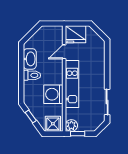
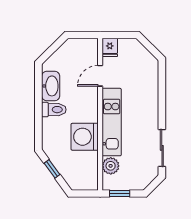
fridge: (76, 34) -> (110, 47), width x0.53, depth x0.75
shower: (53, 124) -> (84, 179), removed
plant: (71, 125) -> (111, 166), moved

